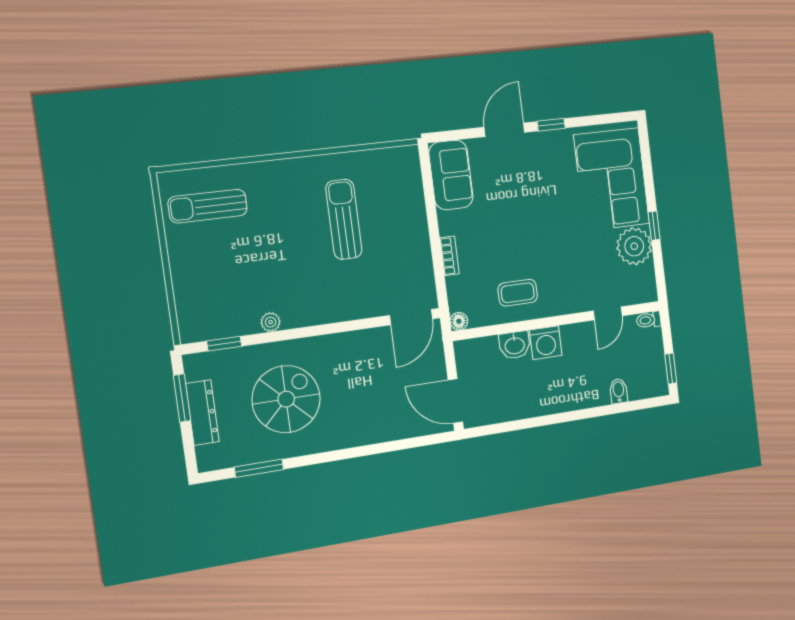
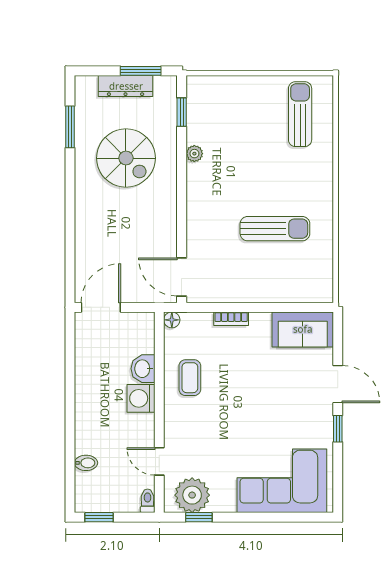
window: (654, 226) -> (199, 517), moved
plant: (634, 246) -> (192, 495), moved

